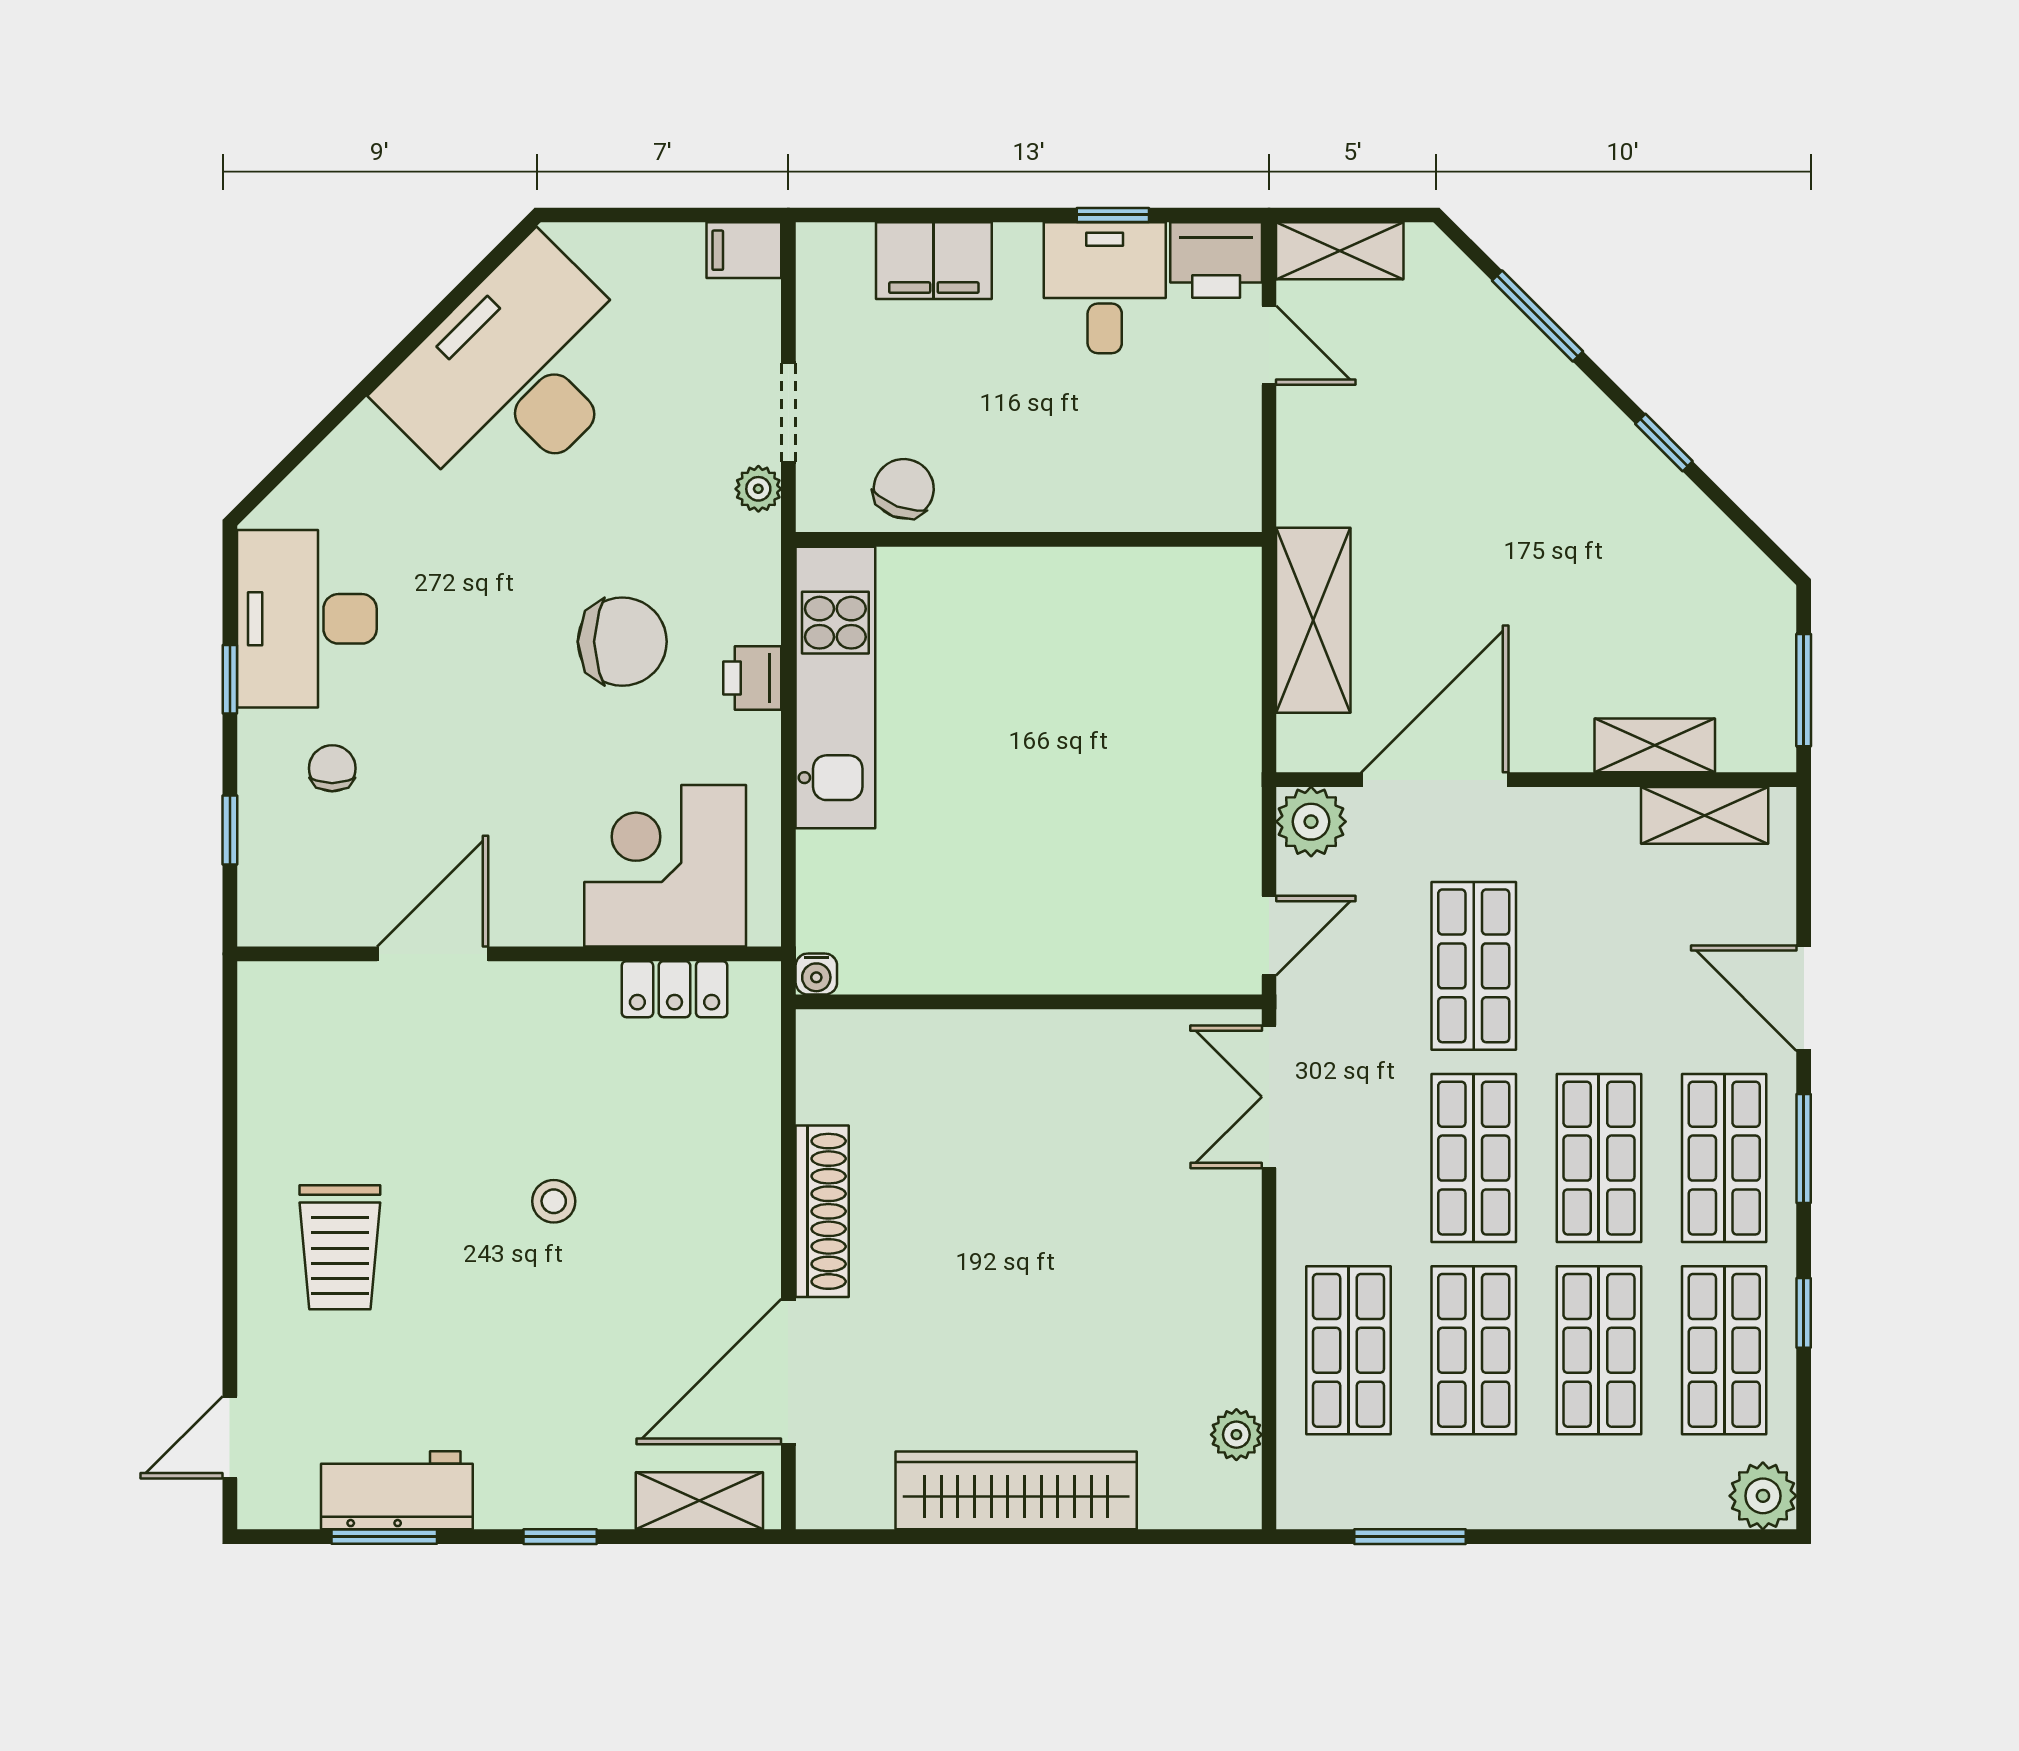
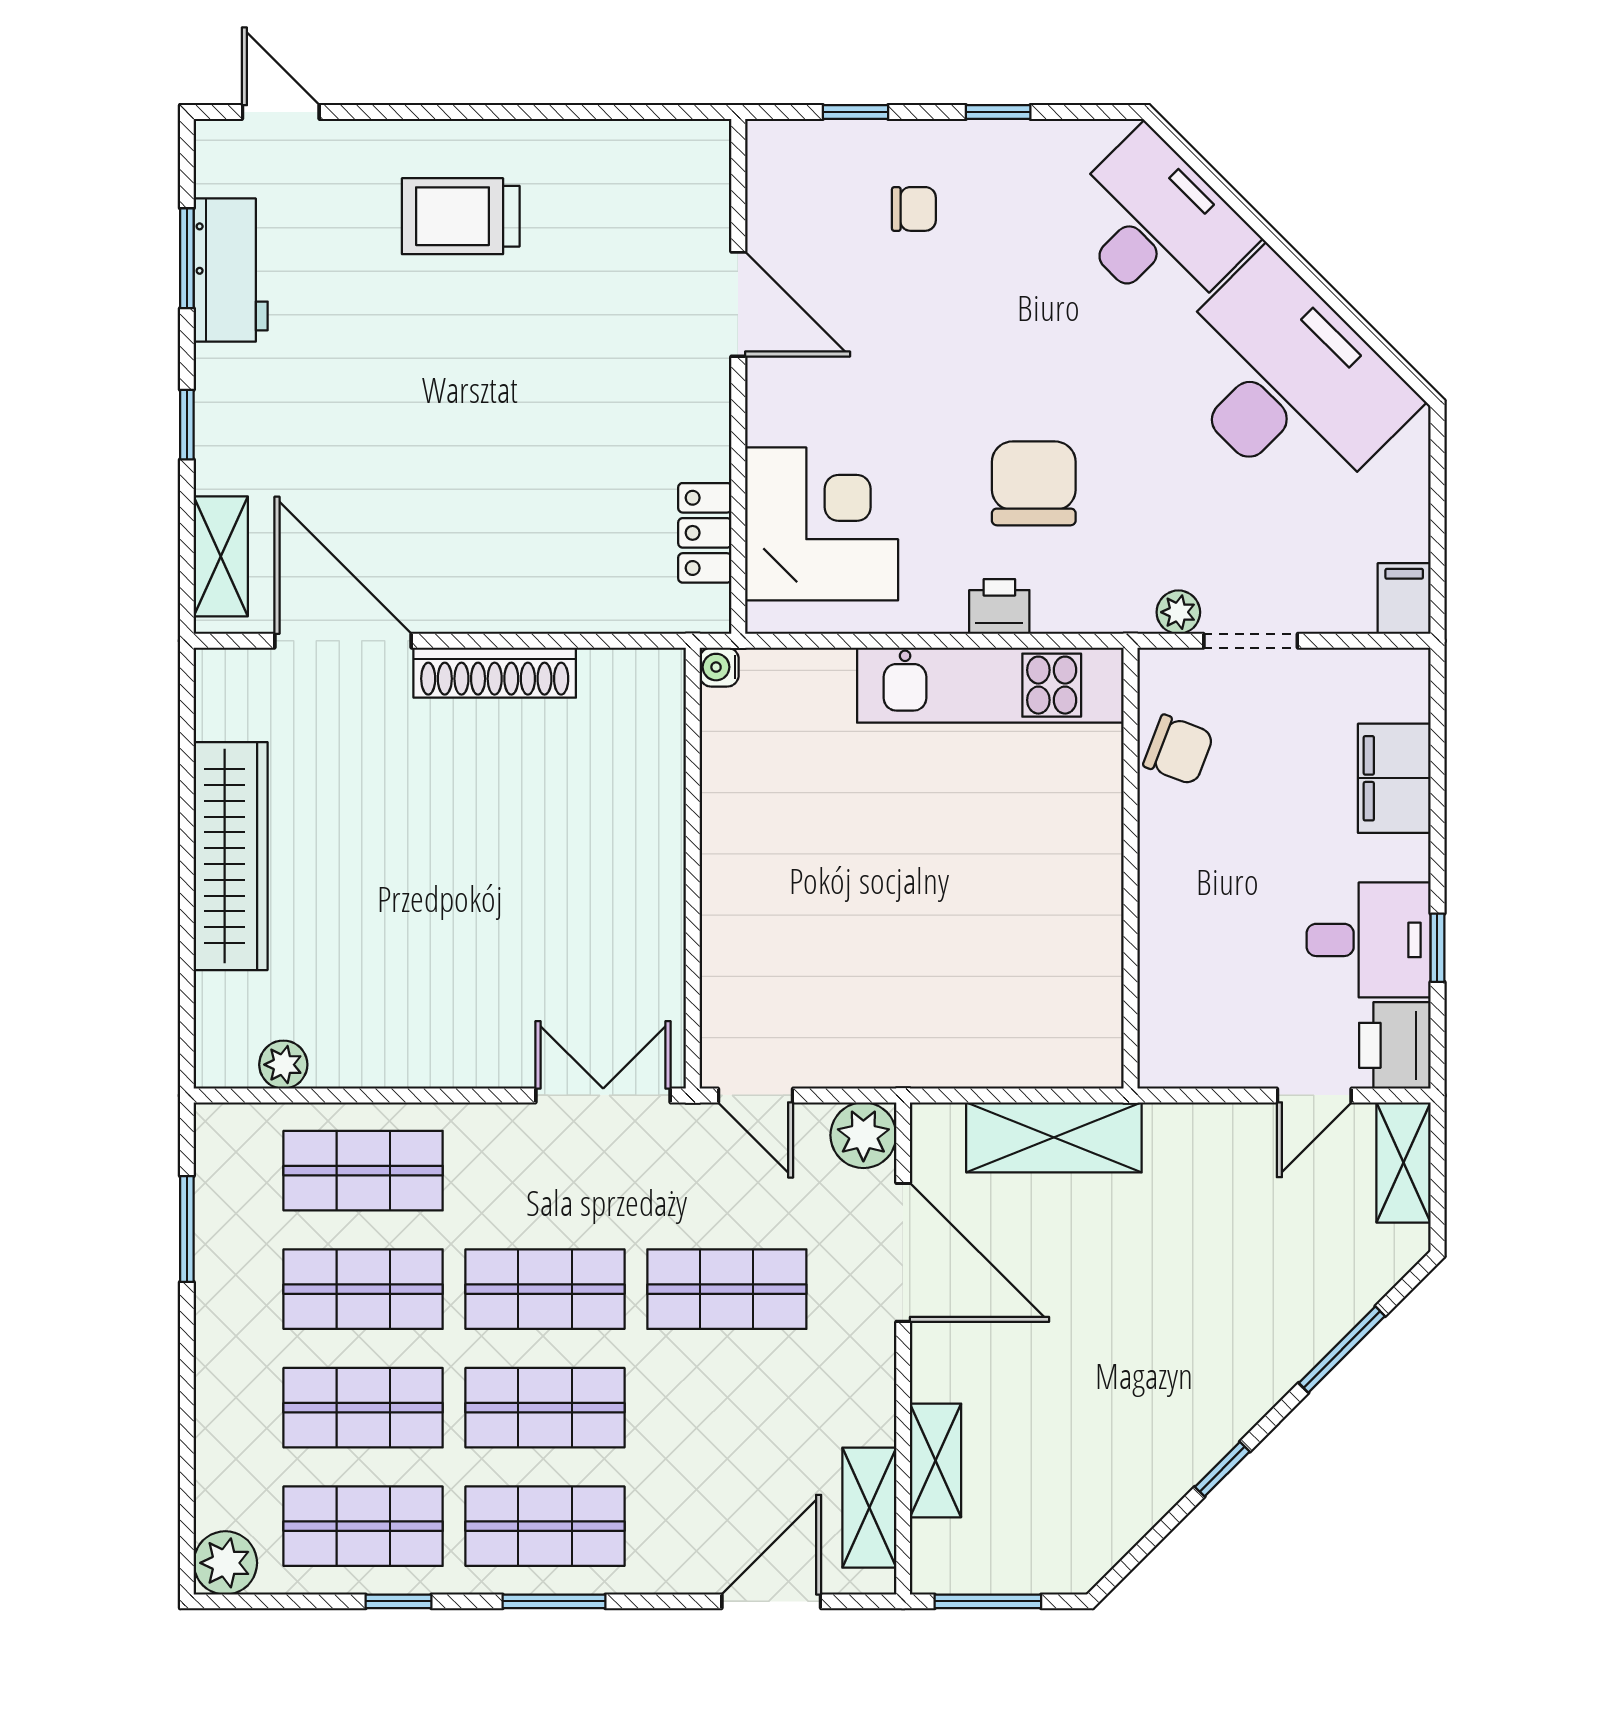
desk: (307, 619) -> (1157, 226), moved, turned 45
chair: (622, 642) -> (1034, 483), turned 180
door: (1804, 998) -> (771, 1601), moved
stool: (554, 1201) -> (504, 419), removed

